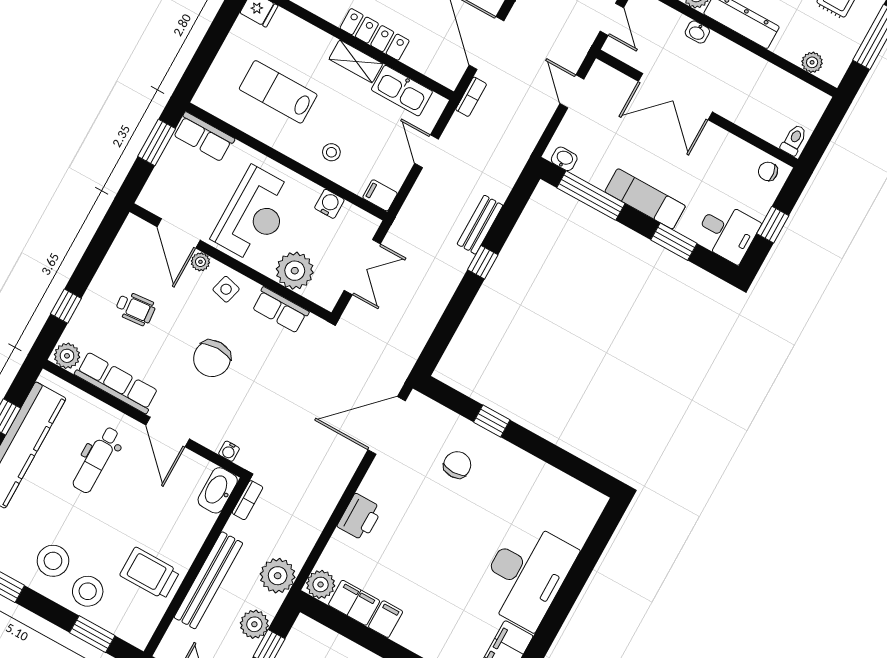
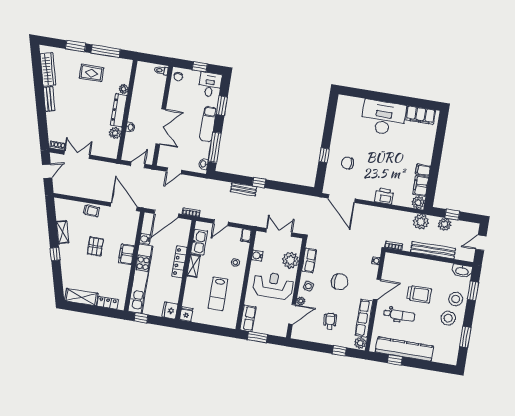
plant: (812, 62) -> (124, 89), moved
washbasin: (218, 490) -> (462, 271), moved
trolley: (150, 573) -> (419, 294), moved, turned -90

